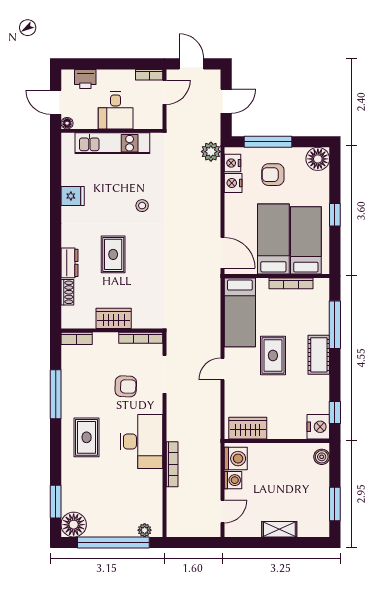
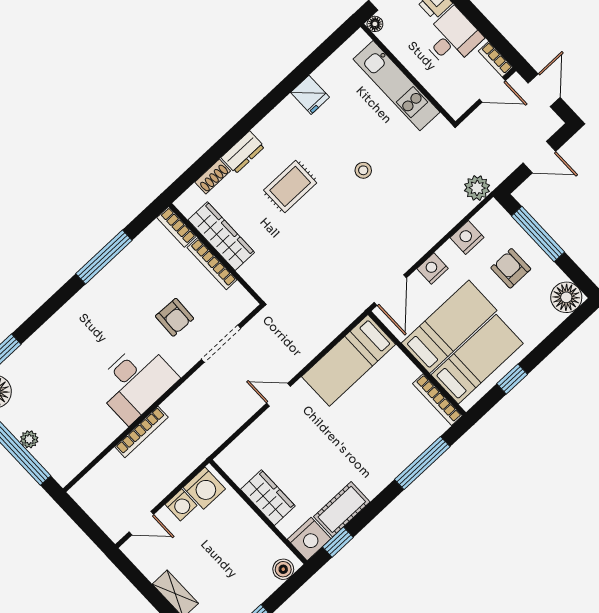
desk: (116, 110) -> (452, 38), moved, turned 180
nightstand: (232, 163) -> (433, 269), moved
window: (335, 215) -> (512, 379), moved
bookcase: (291, 283) -> (437, 400), moved
wardrobe: (114, 318) -> (221, 236), width x1.50
bookcase: (141, 338) -> (212, 264), moved
rug: (273, 355) -> (337, 431), removed
cot: (319, 355) -> (342, 509), moved
wardrobe: (248, 428) -> (268, 498), moved
rug: (87, 437) -> (90, 325), removed
plant: (145, 530) -> (29, 439), moved

